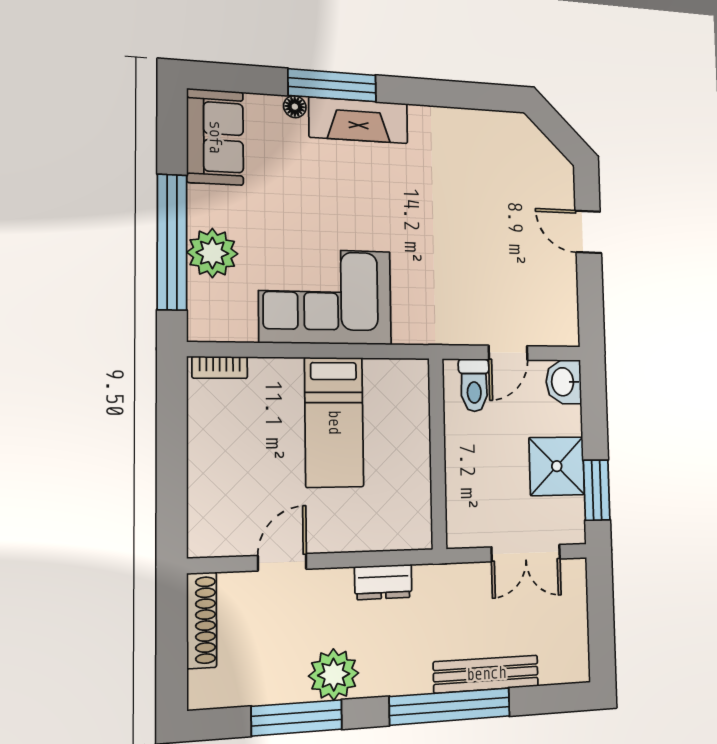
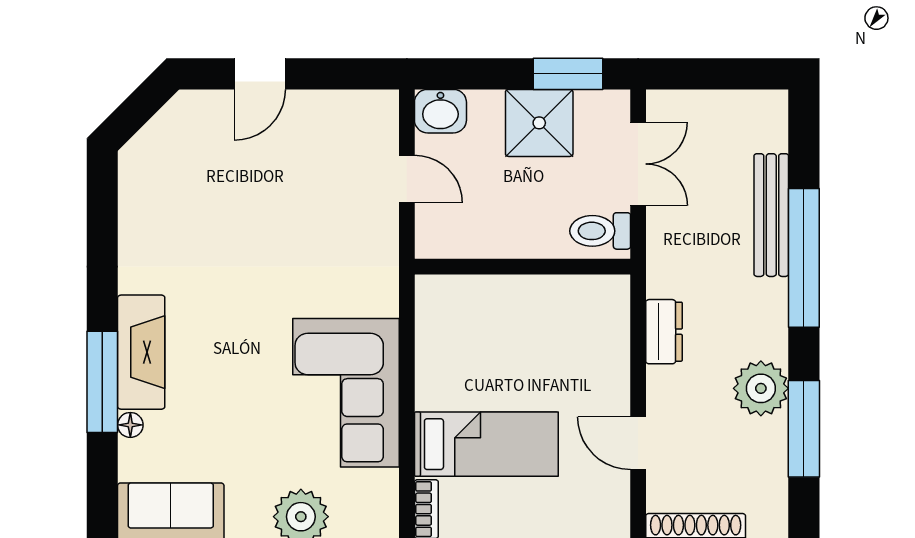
toilet: (474, 385) -> (600, 231), moved, turned 180
bed: (334, 422) -> (486, 444), moved

